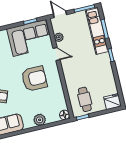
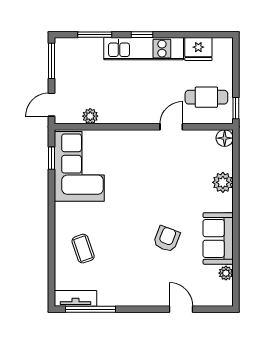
kitchen unit: (97, 31) -> (144, 49), moved
door: (57, 54) -> (171, 127), moved
armchair: (34, 79) -> (150, 175), removed
fridge: (113, 102) -> (198, 49), moved, turned -90

